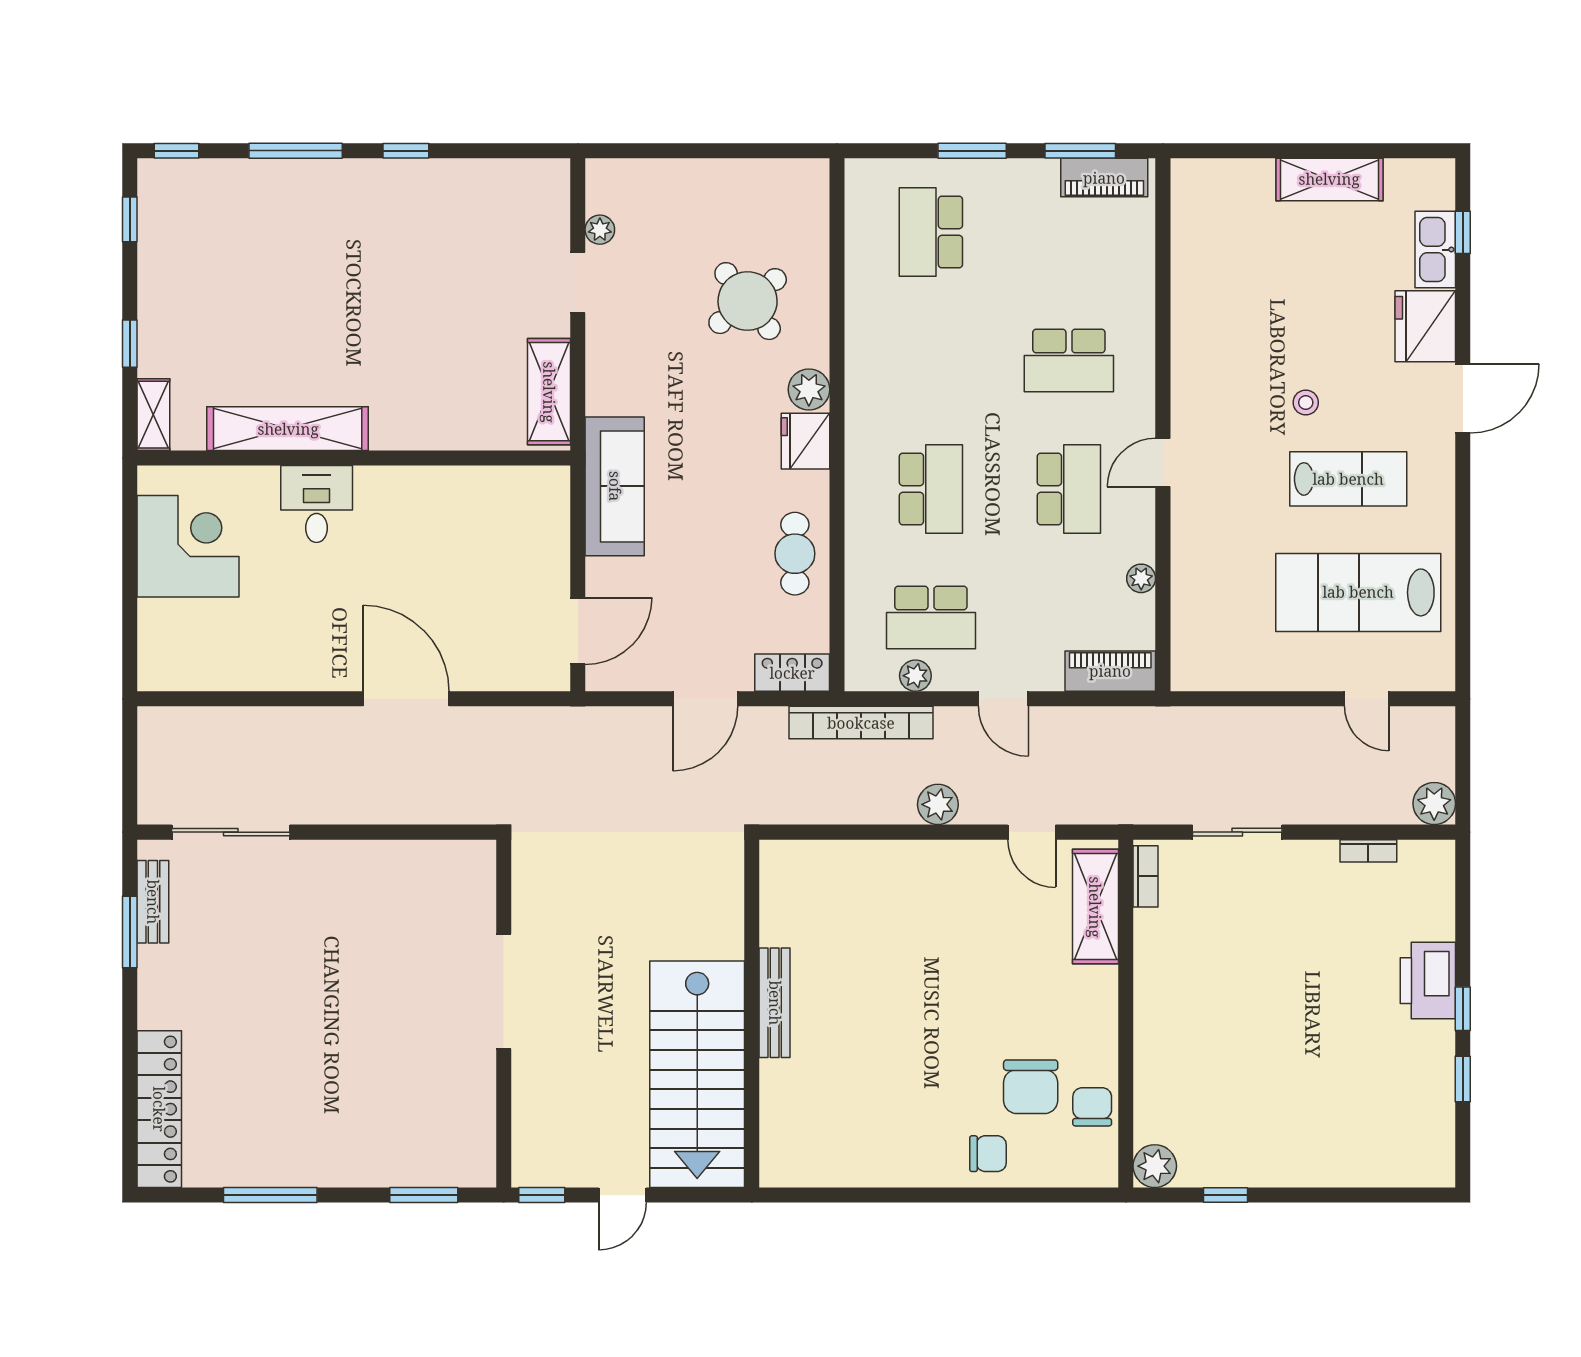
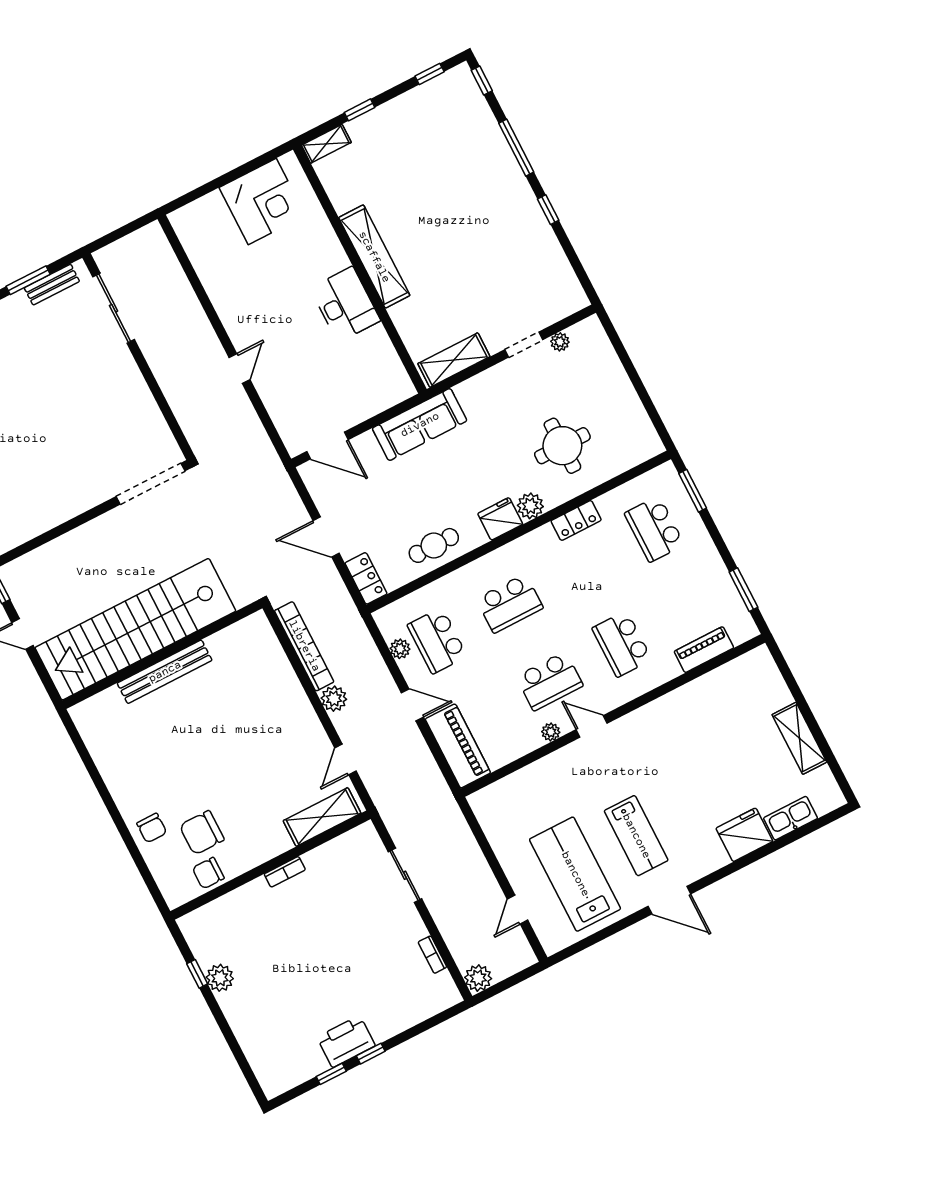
window: (972, 151) -> (693, 491), moved
piano: (1104, 178) -> (704, 650), moved, turned 90
school desk: (931, 232) -> (654, 529), turned -90
window: (1463, 232) -> (808, 829), removed
round table: (748, 301) -> (562, 446), turned 38
locker: (862, 336) -> (576, 520), added
door: (1463, 398) -> (669, 900), moved
stool: (1306, 403) -> (667, 790), removed
shelving: (288, 429) -> (374, 257), moved
desk: (317, 504) -> (345, 304), moved, width x1.37
plant: (1141, 578) -> (551, 732), moved
piano: (1110, 671) -> (458, 746), width x1.37, depth x1.33
door: (406, 699) -> (239, 369), width x0.53
door: (1003, 699) -> (412, 705), swing flipped
bookcase: (861, 723) -> (304, 646), moved, turned 180
bookcase: (1146, 876) -> (285, 872), moved
printer: (1428, 981) -> (346, 1041), moved
doorway: (504, 991) -> (151, 484), moved
bench: (775, 1003) -> (165, 672), width x1.37, depth x1.21
stairs: (697, 1074) -> (135, 629), width x1.36
chair: (1092, 1107) -> (208, 873), turned 180
plant: (1155, 1166) -> (220, 978), moved

